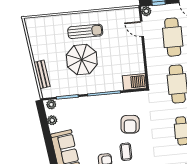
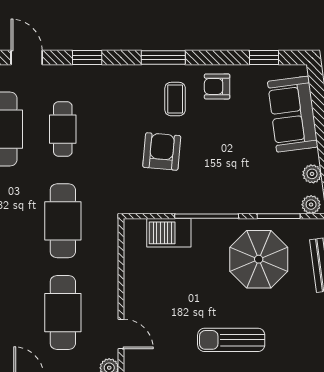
parasol: (82, 60) -> (259, 259), moved
barbecue: (134, 82) -> (169, 233), moved

